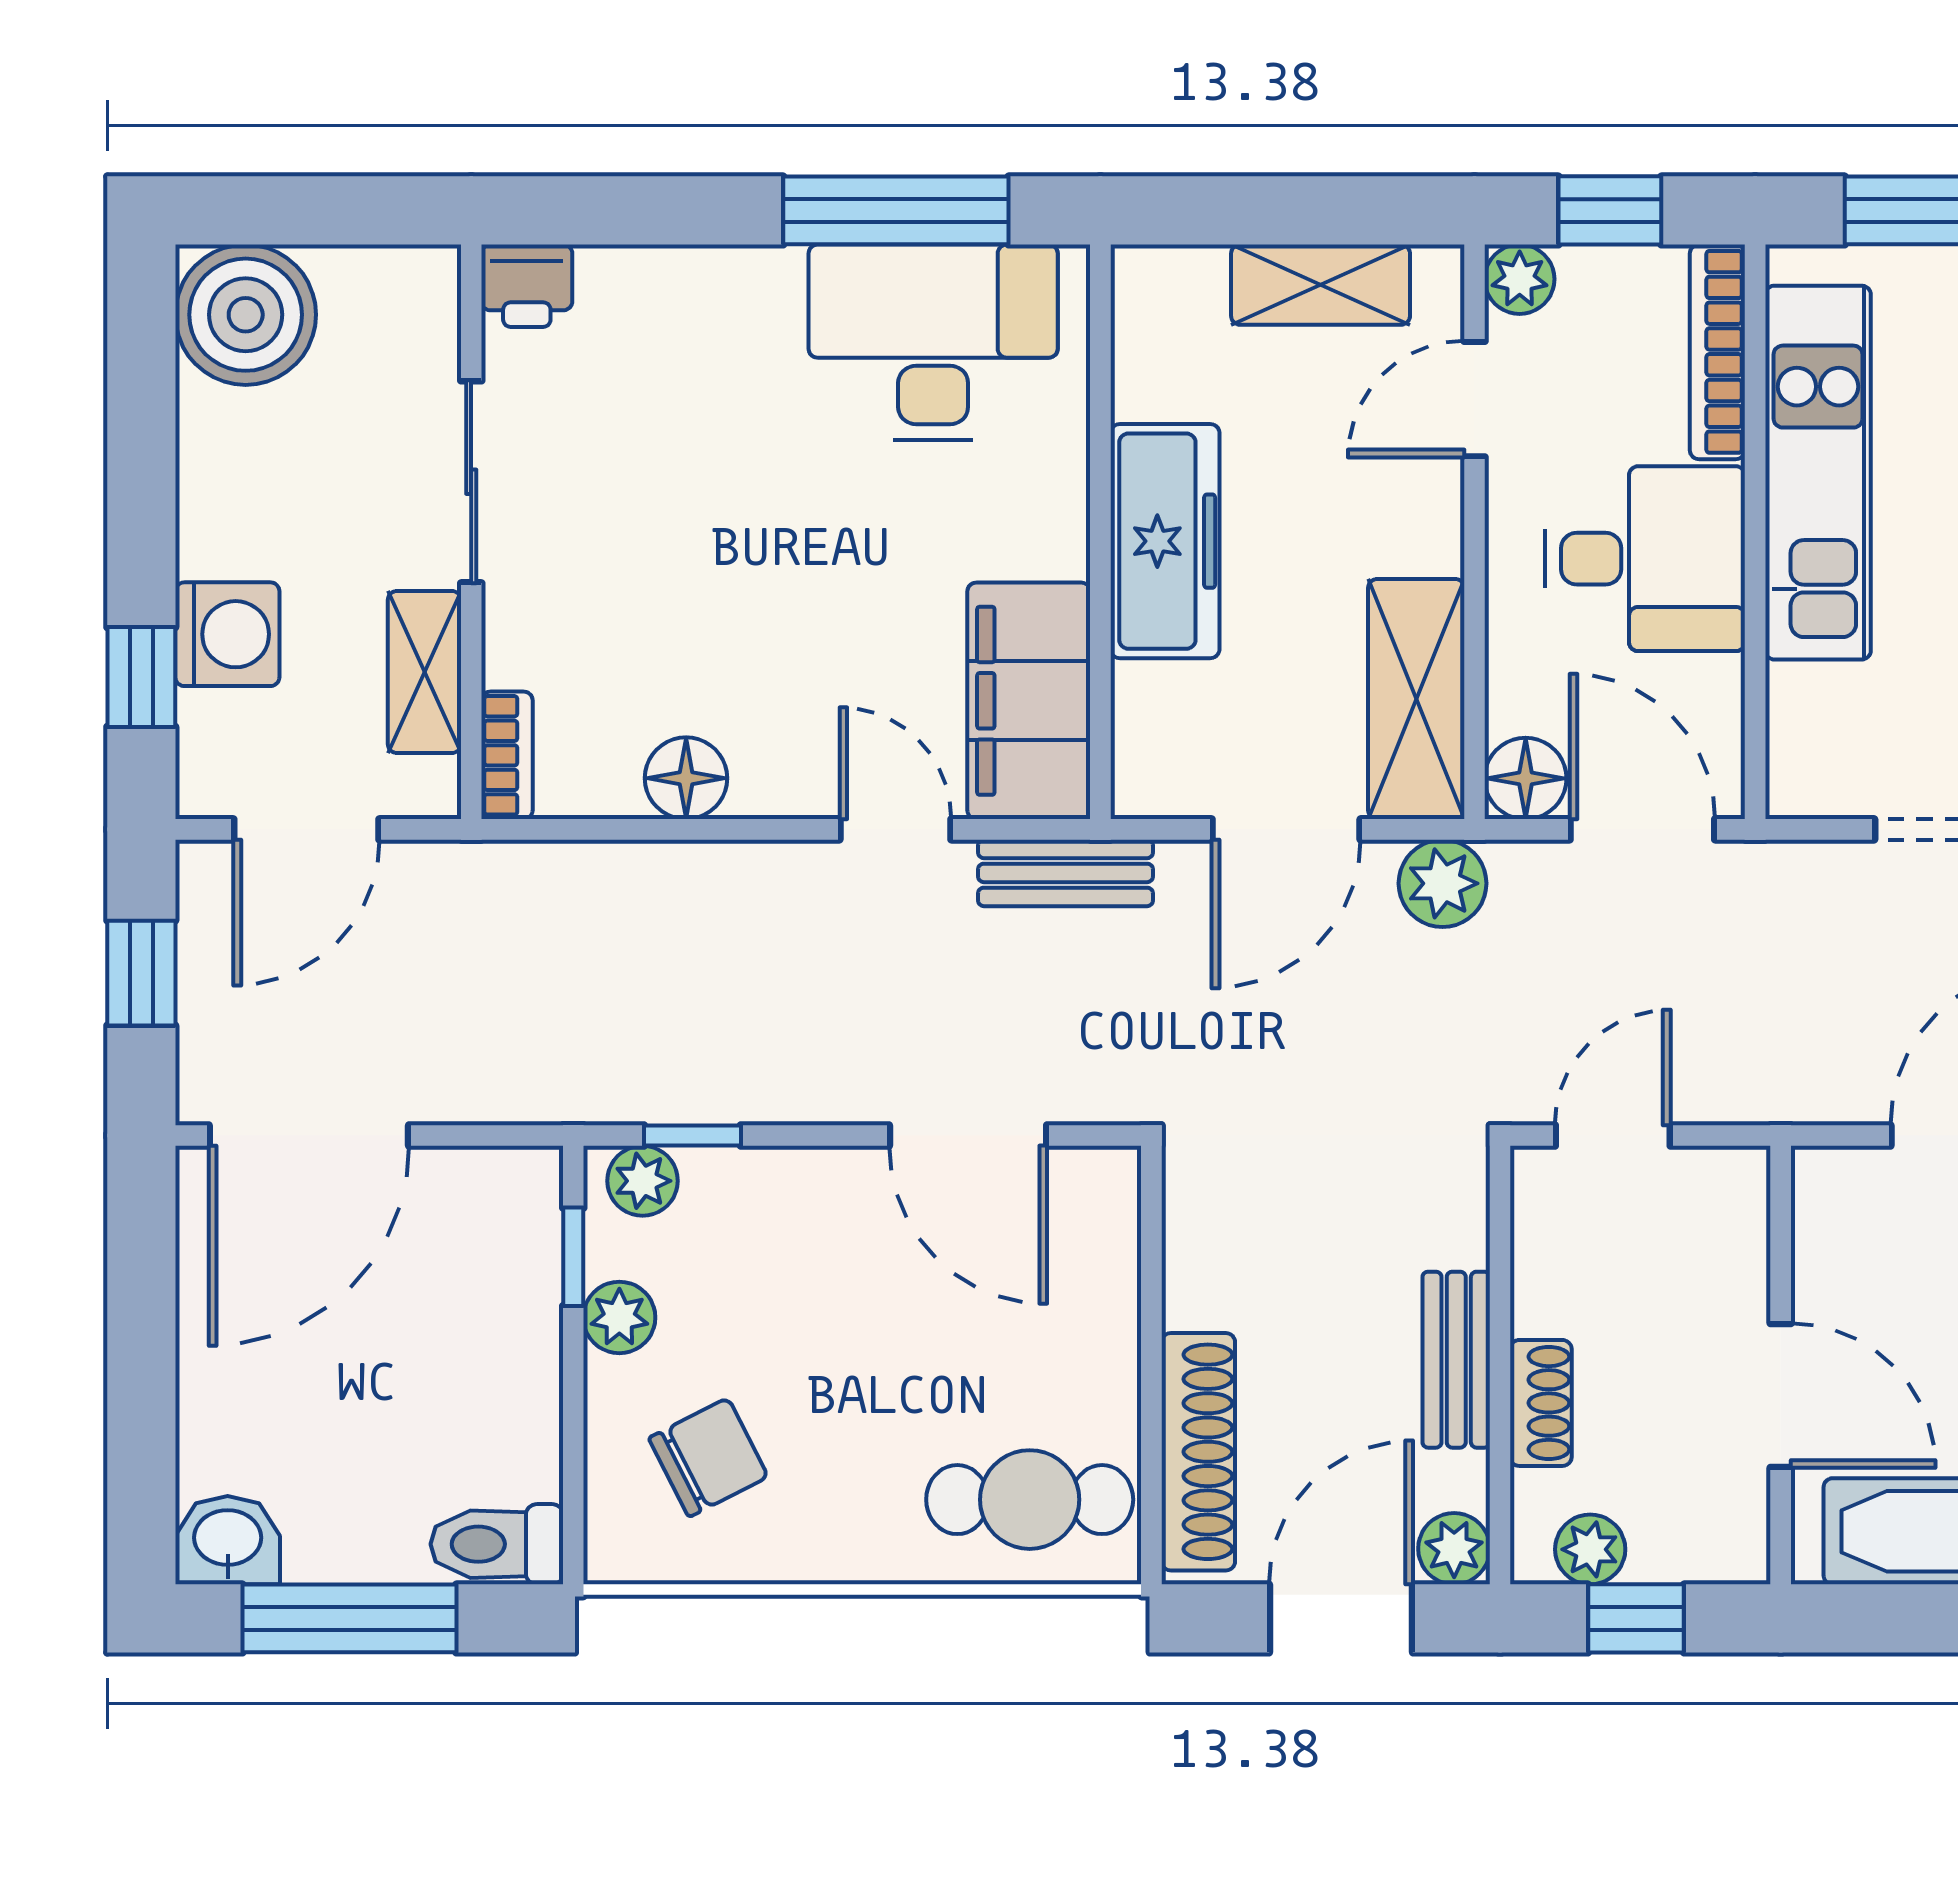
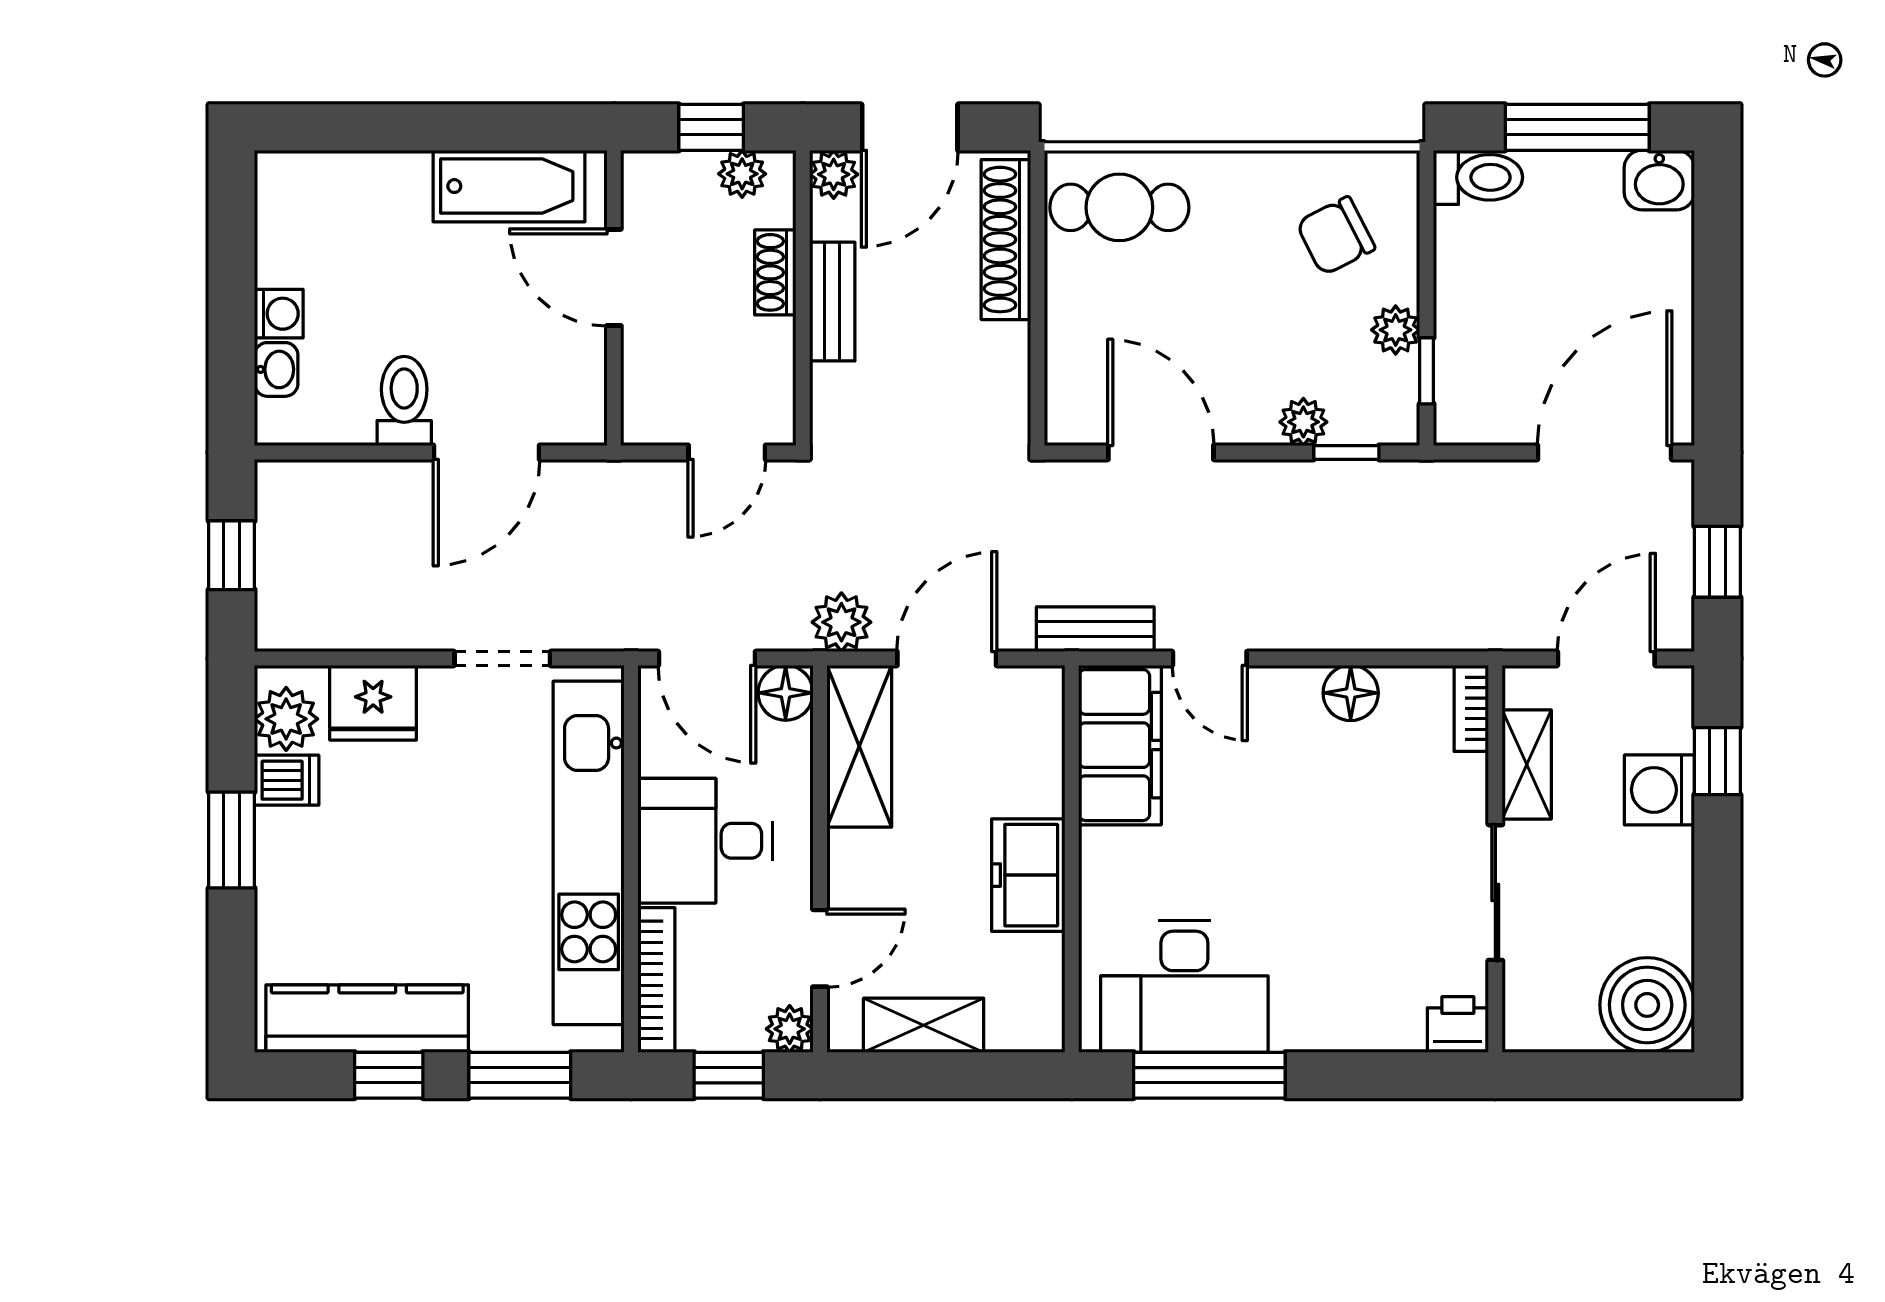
kitchen unit: (1818, 473) -> (589, 853), width x1.36
freezer: (1165, 541) -> (1028, 875), width x0.71
plant: (643, 1181) -> (1303, 422), moved

